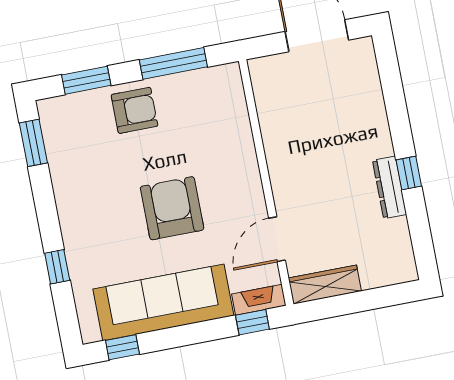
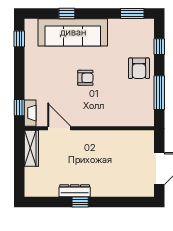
window: (86, 80) -> (159, 47), width x0.67
armchair: (172, 208) -> (85, 78), width x0.53, depth x0.53
sofa: (163, 302) -> (73, 32), moved, turned 90

